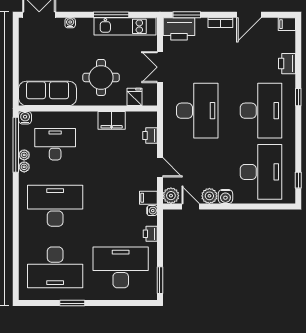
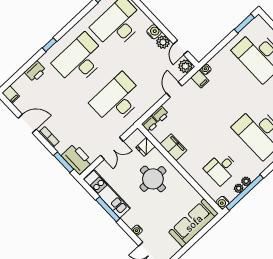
sofa: (48, 93) -> (194, 223), moved, turned 90
desk: (55, 144) -> (221, 168), width x0.73
plant: (24, 167) -> (239, 188), moved
printer: (150, 234) -> (150, 124), moved

